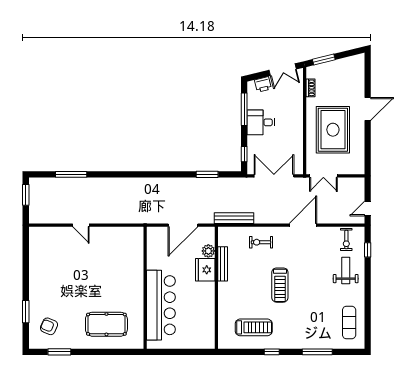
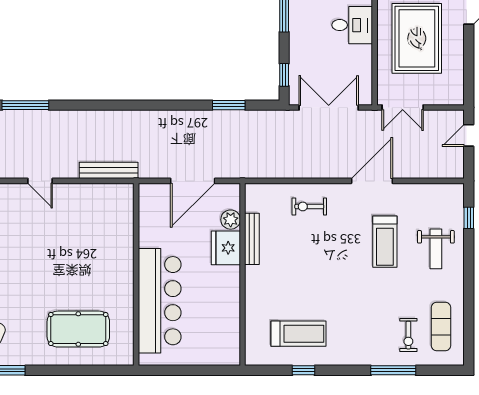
desk: (261, 122) -> (352, 25), moved, turned 180
door: (368, 208) -> (469, 135), moved
bench: (234, 218) -> (109, 170), moved
exercise bike: (346, 240) -> (408, 335), moved
weight bench: (346, 271) -> (436, 249), turned 180
treadmill: (280, 285) -> (385, 242), moved
window: (272, 352) -> (303, 370), moved

